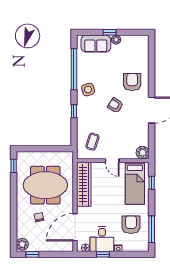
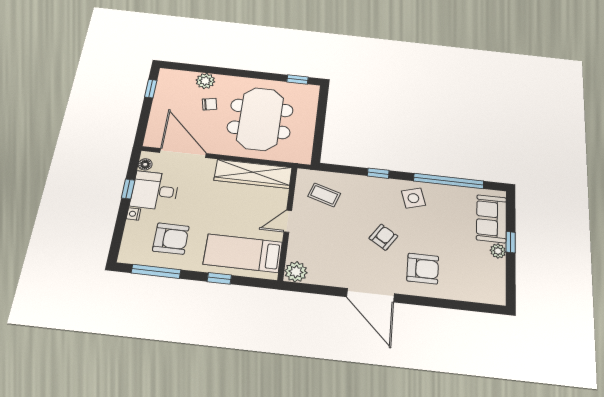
window: (152, 183) -> (219, 278), moved
plant: (22, 244) -> (205, 81), moved

